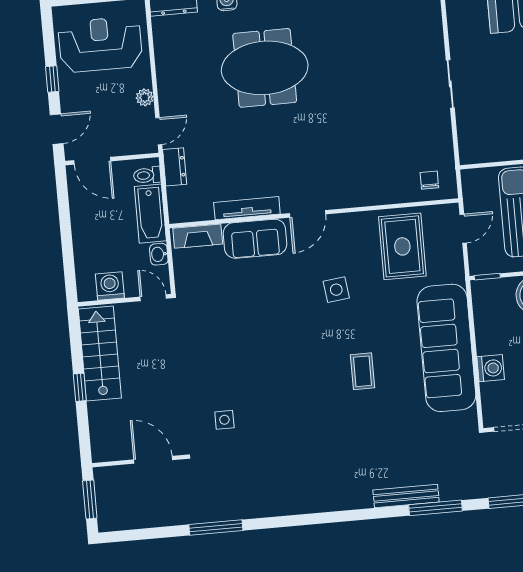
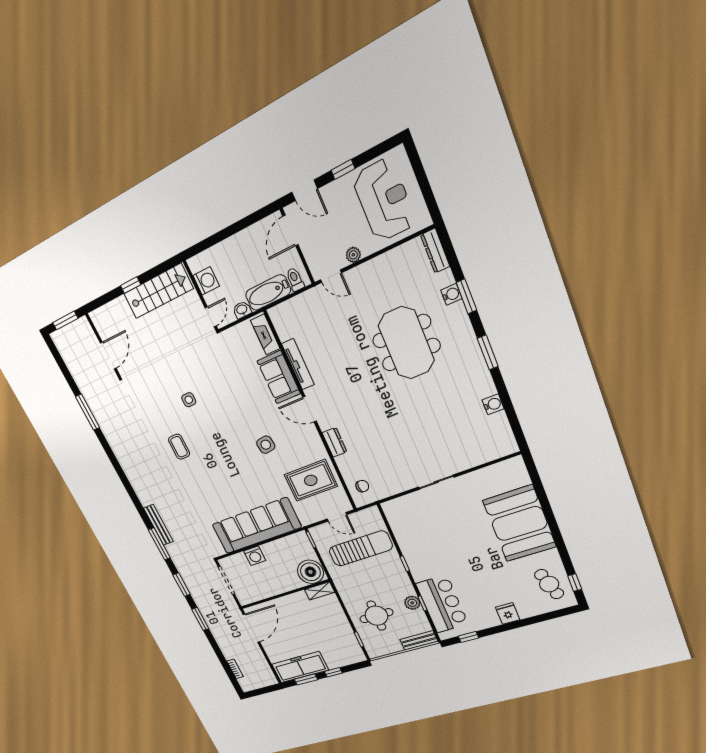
dresser: (175, 167) -> (335, 442), moved, turned -90
coffee table: (362, 371) -> (179, 447), moved, turned 90
side table: (224, 420) -> (189, 400), moved

